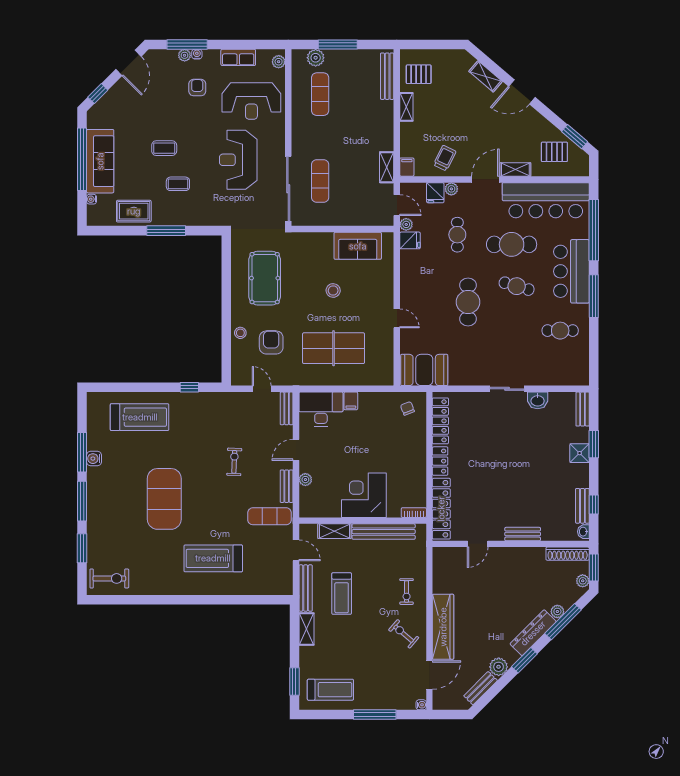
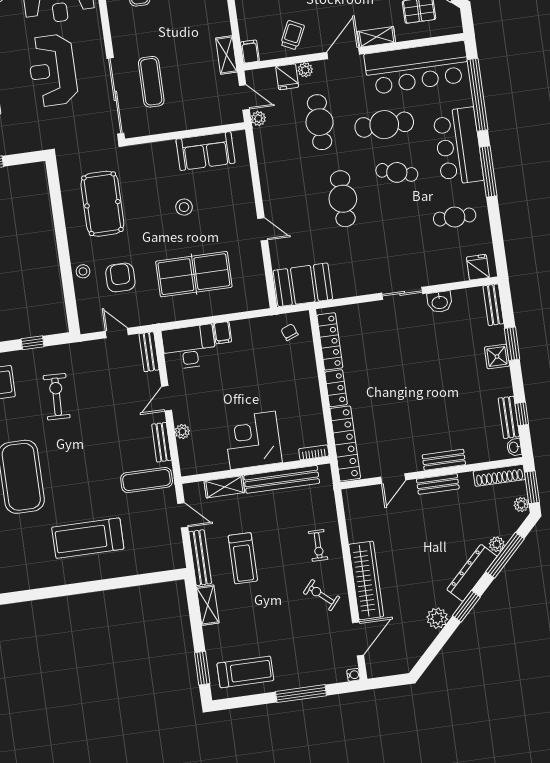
cafe table: (457, 235) -> (320, 122), width x1.37, depth x1.35
fridge: (410, 240) -> (478, 267), moved, turned -90
exercise bike: (234, 462) -> (57, 397), moved, width x1.38, depth x1.39
bench: (481, 688) -> (438, 484), moved, turned 45

